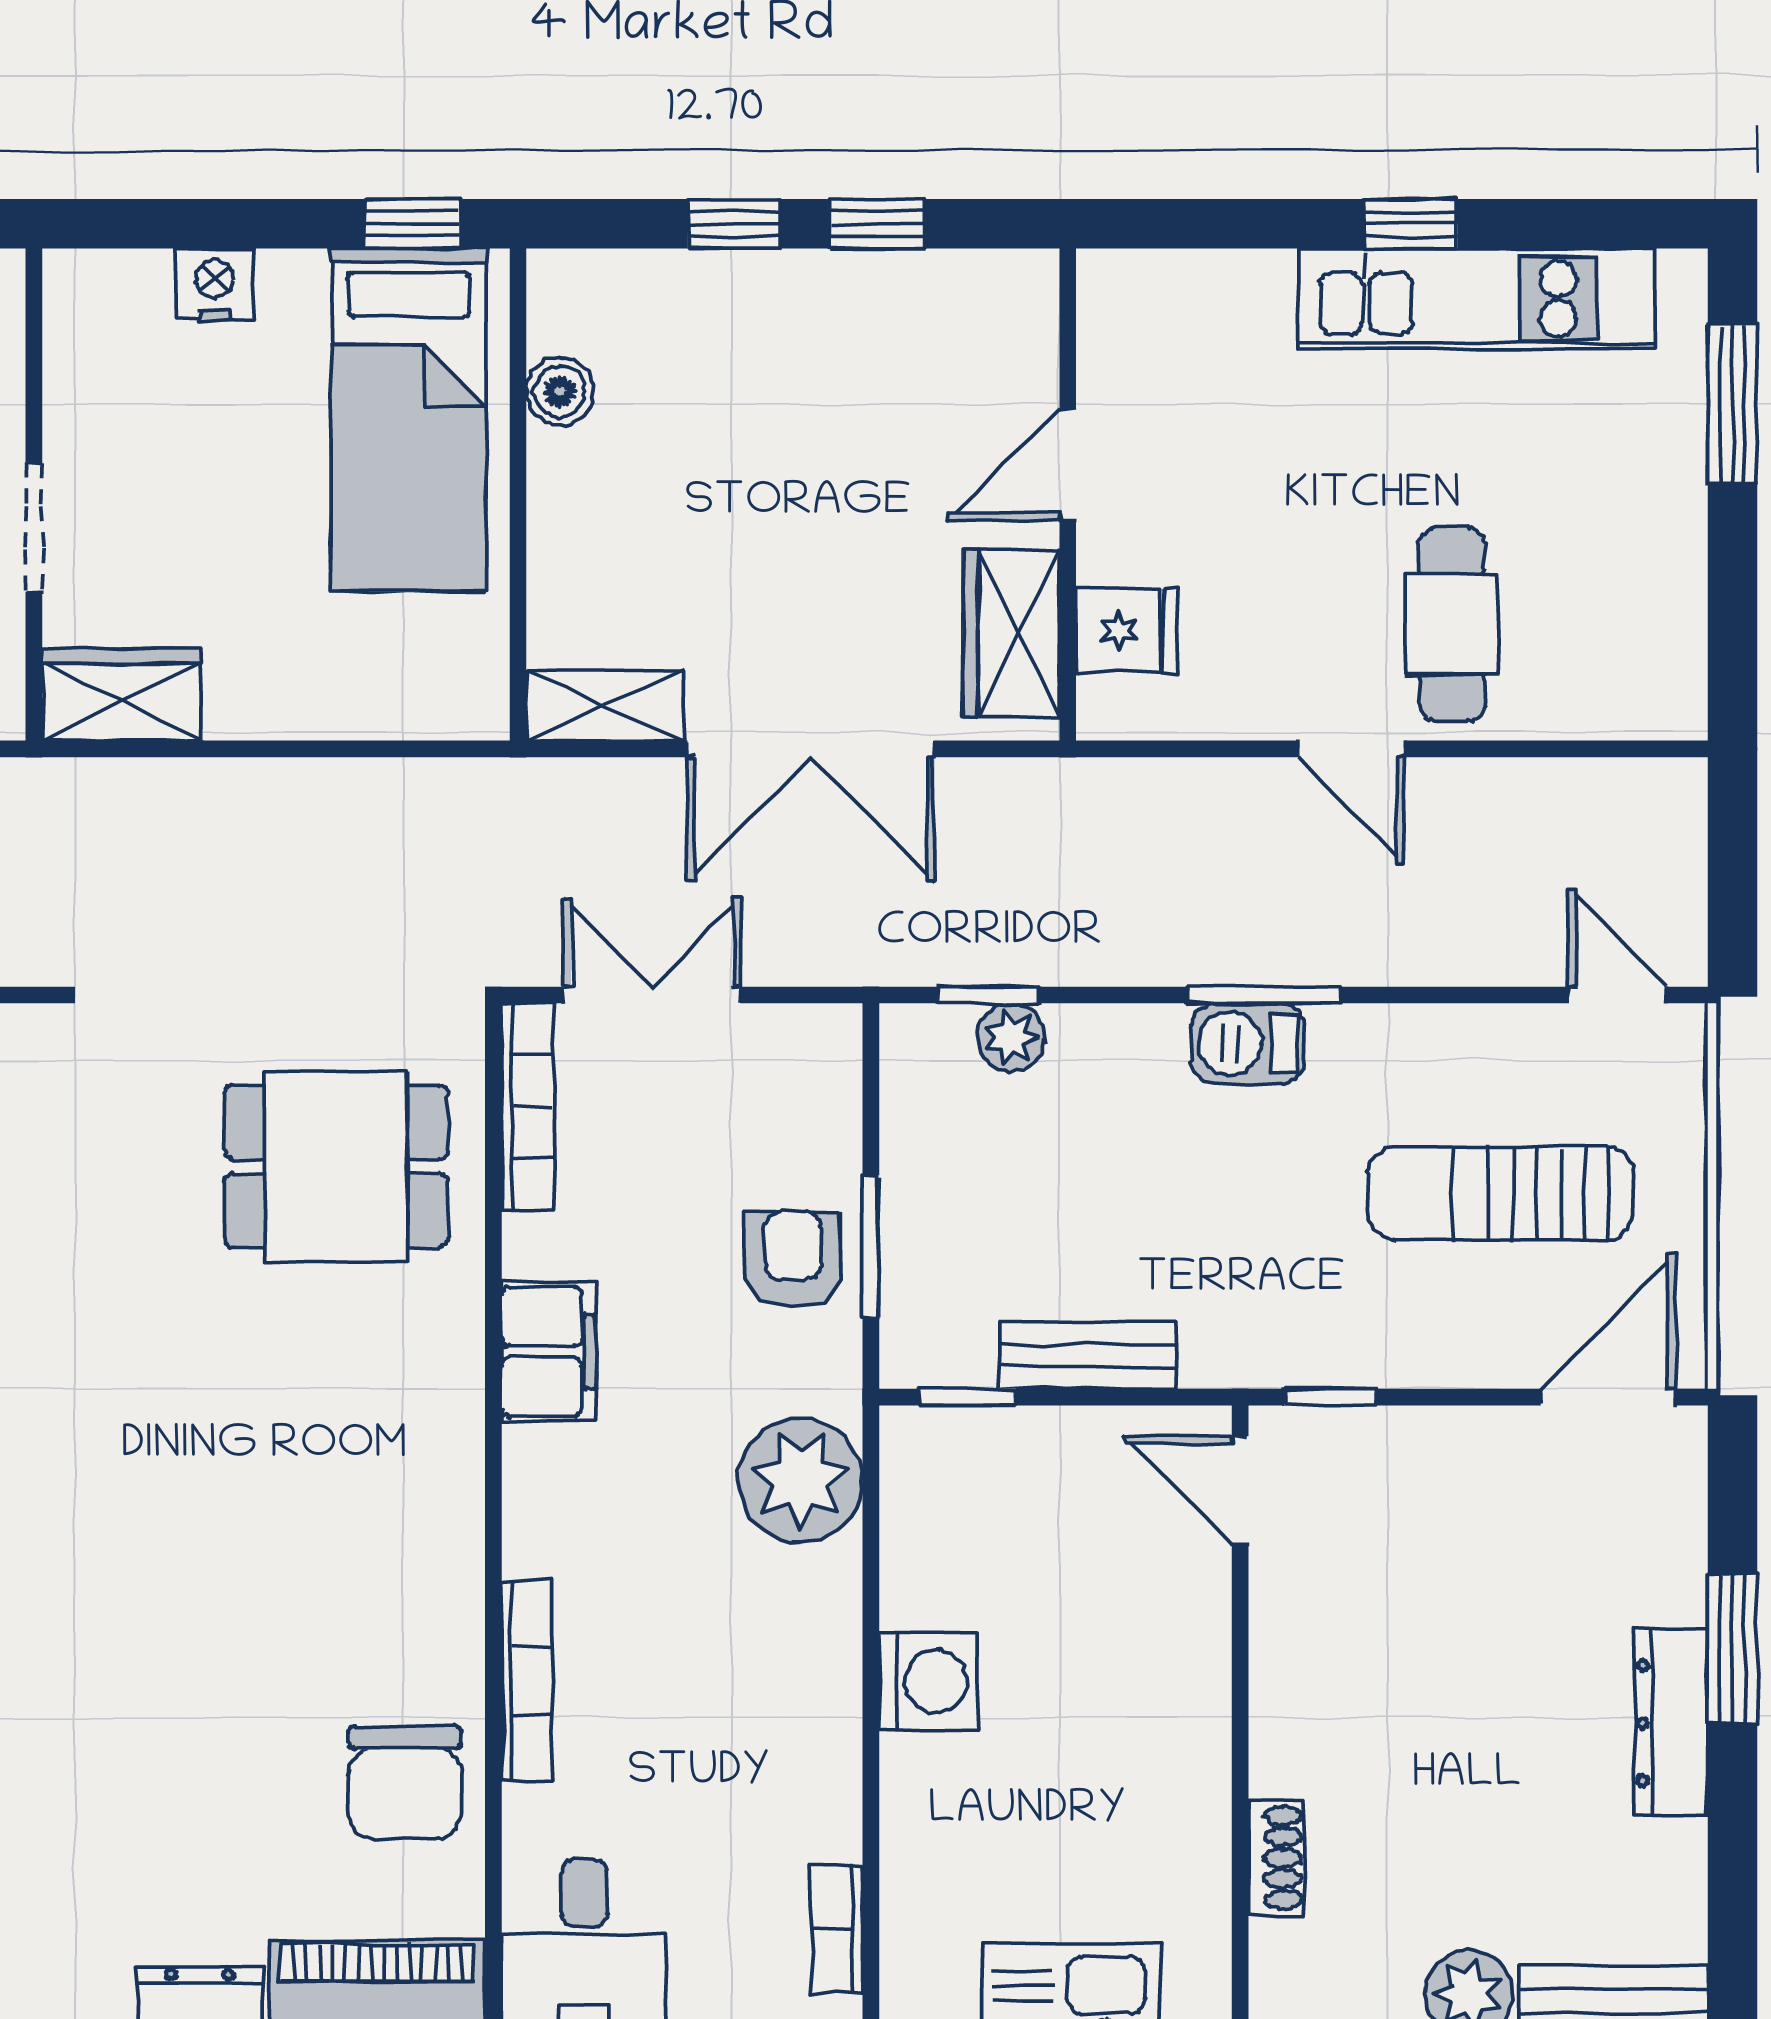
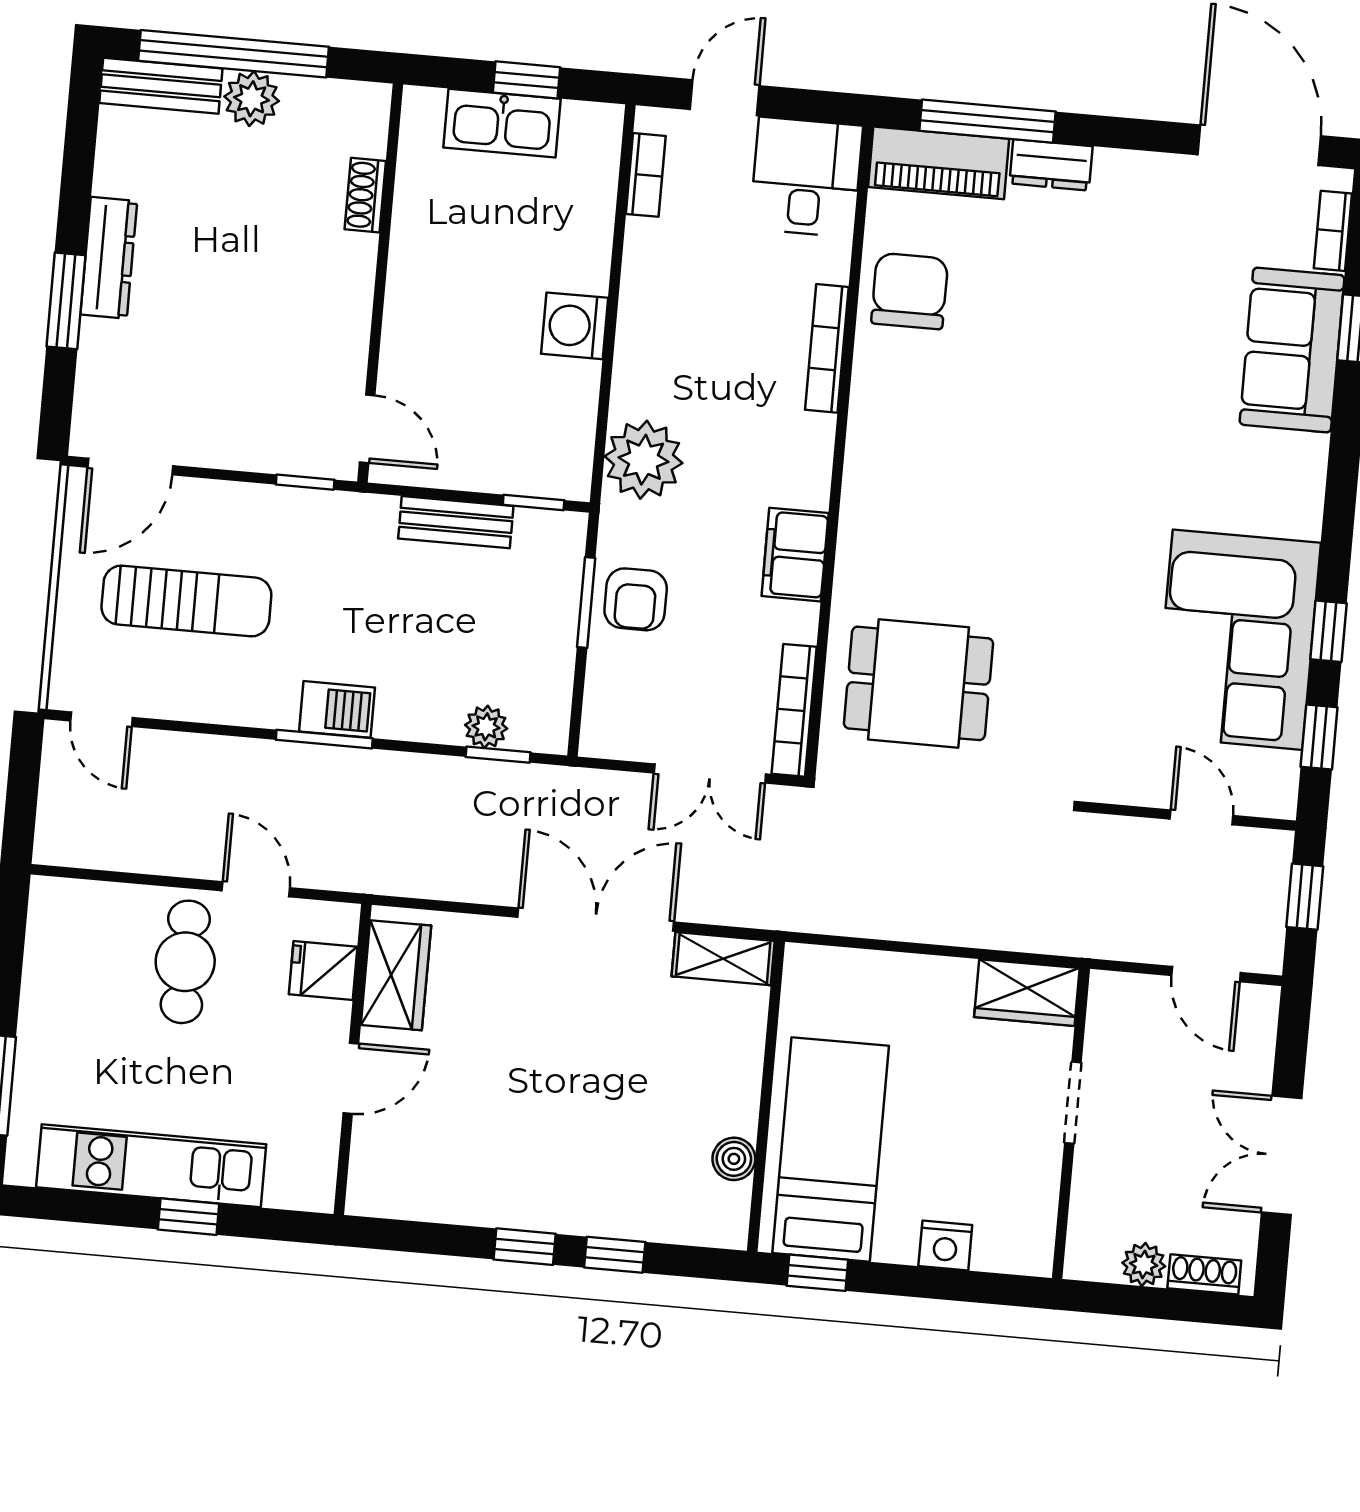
door: (1068, 465) -> (351, 1078), moved
wall: (1068, 494) -> (353, 1059), moved
fridge: (1127, 630) -> (323, 970), moved
wardrobe: (1011, 633) -> (396, 975), moved

